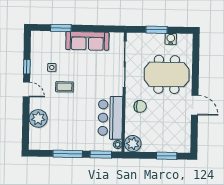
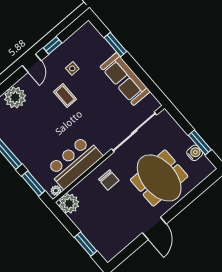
window: (157, 30) -> (200, 142), moved

